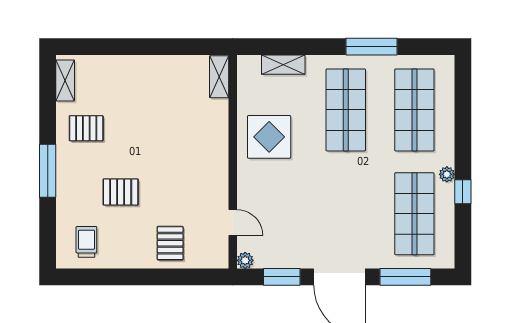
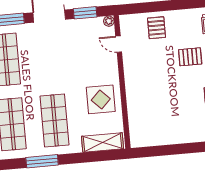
shelving: (283, 65) -> (103, 143), width x1.50, depth x1.33
shelving: (219, 77) -> (135, 134), removed

